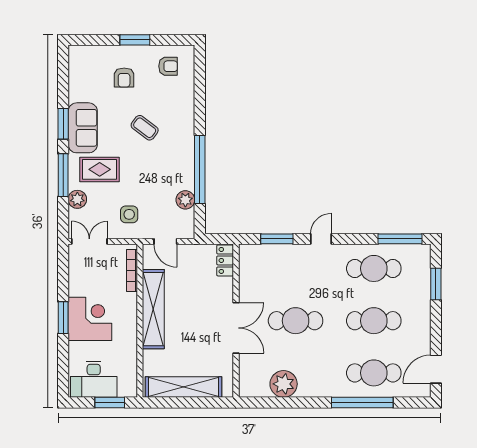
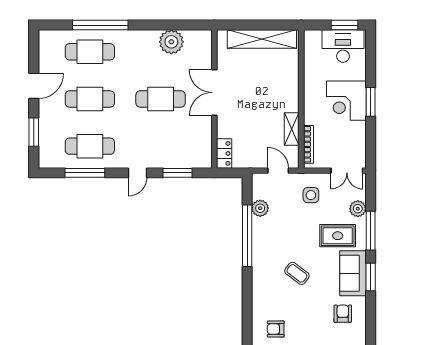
armchair: (124, 78) -> (343, 314), moved
window: (400, 239) -> (85, 173), moved
shelving: (153, 309) -> (292, 129), width x0.45, depth x0.75
door: (436, 369) -> (34, 86), moved
window: (110, 403) -> (345, 25), moved

